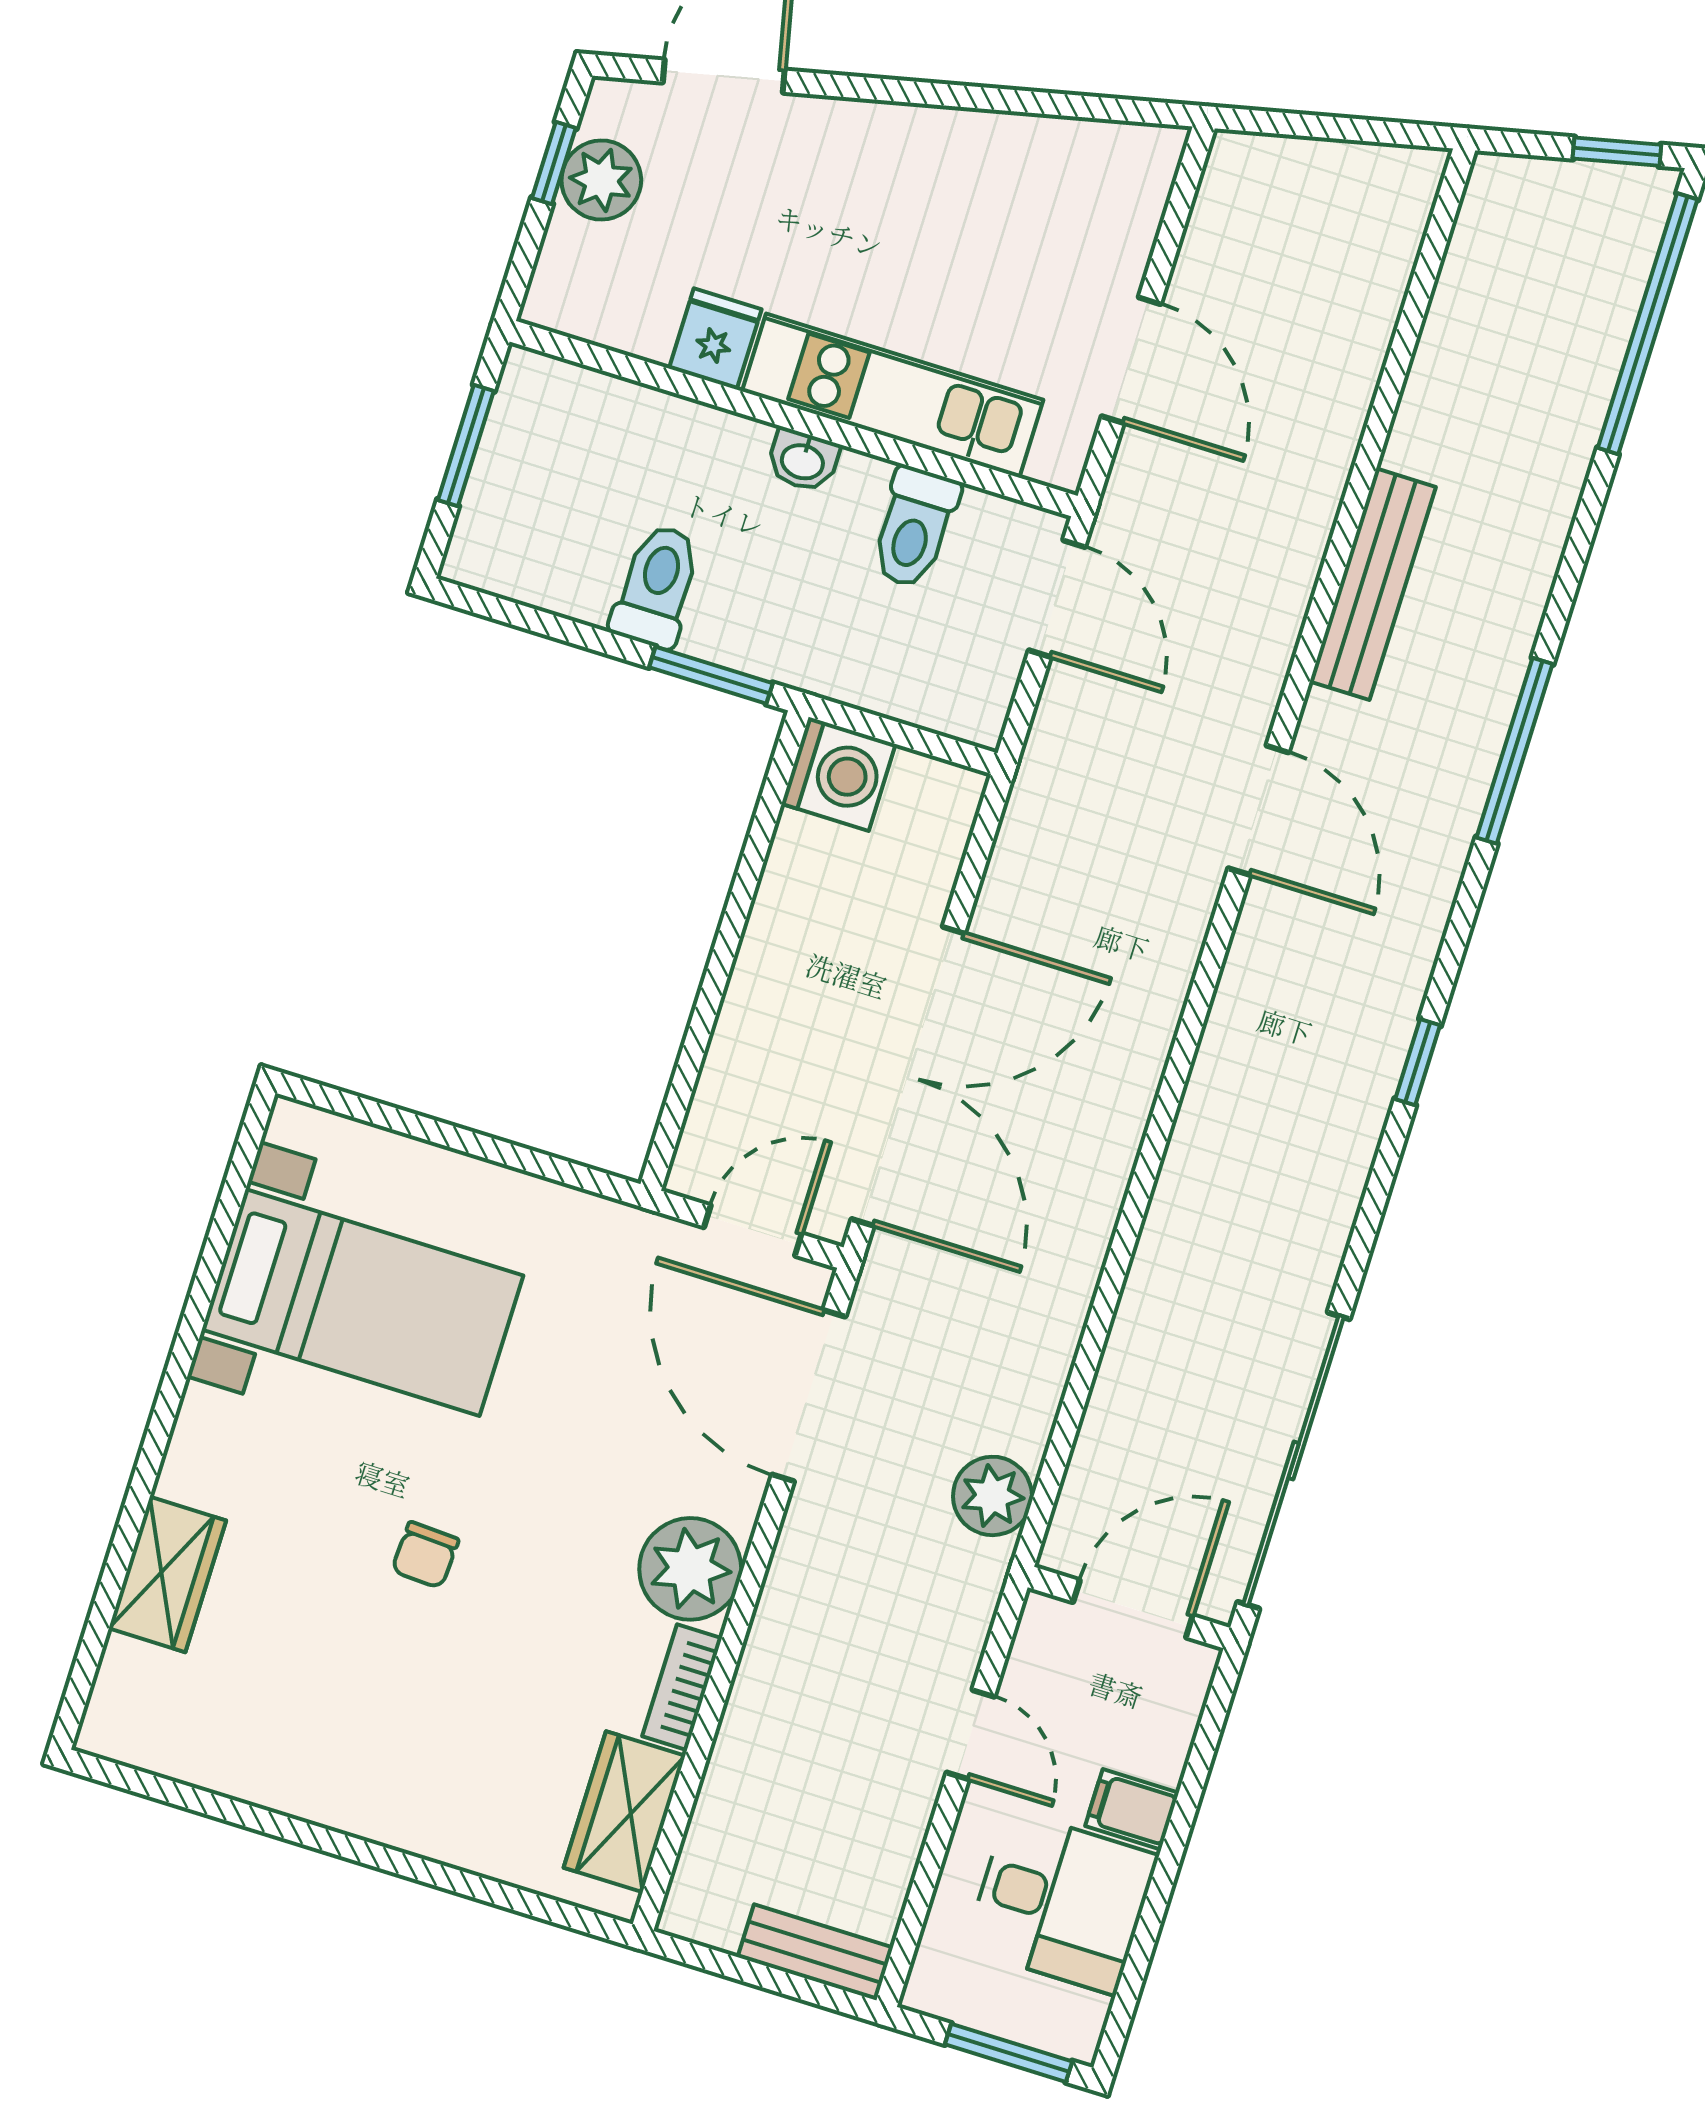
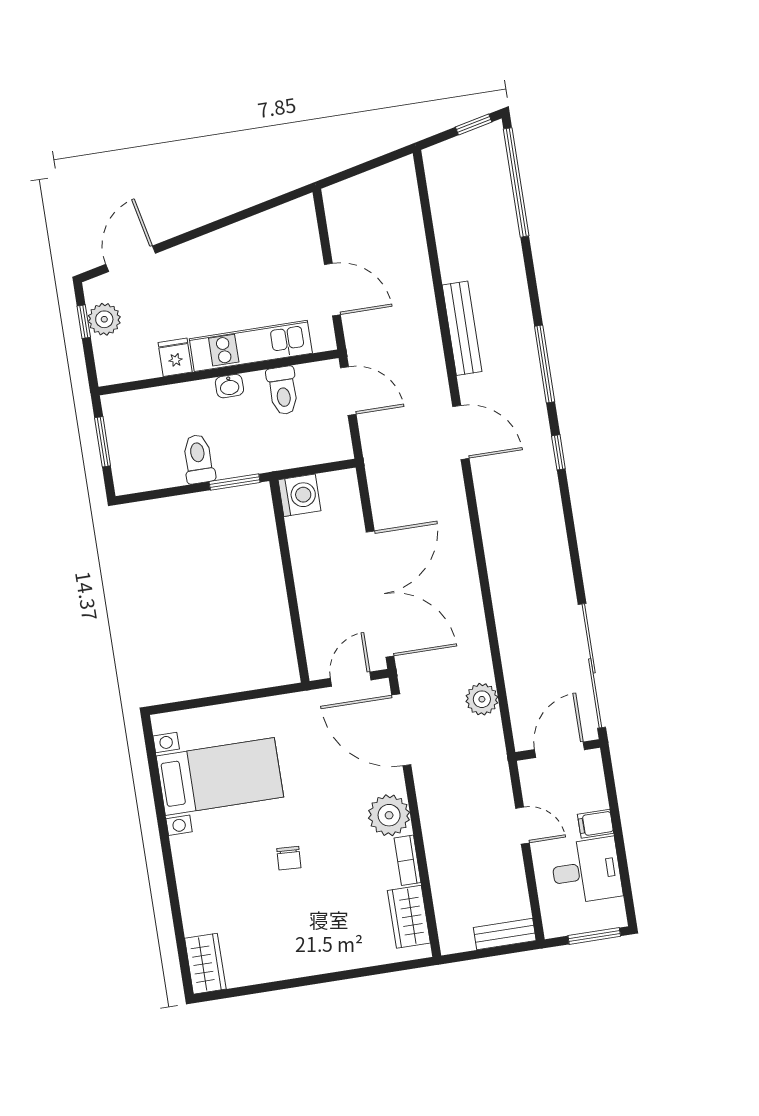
window: (1418, 1062) -> (558, 452), moved
plant: (992, 1496) -> (482, 699), moved
wardrobe: (167, 1574) -> (205, 964), moved

